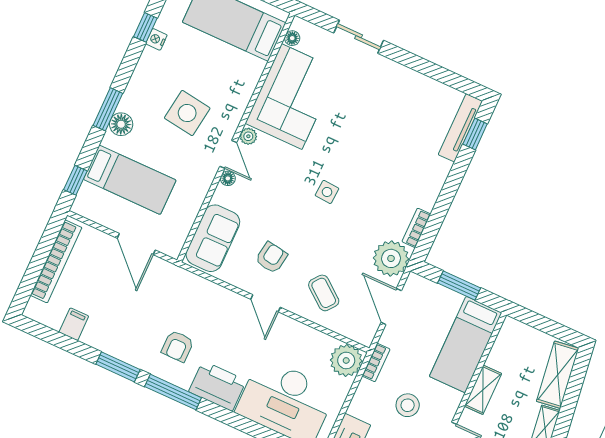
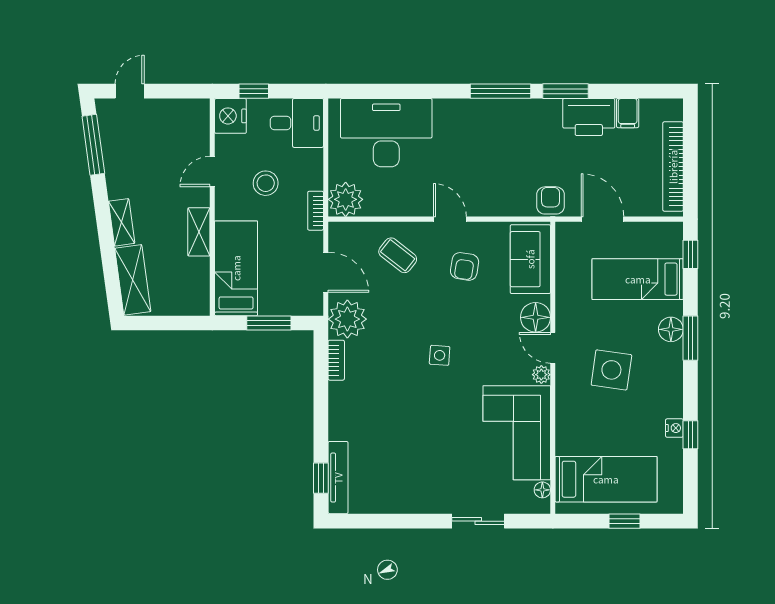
floor lamp: (228, 178) -> (536, 317), width x1.89, depth x1.89
armchair: (178, 346) -> (550, 200), moved
printer: (217, 386) -> (589, 117), moved

